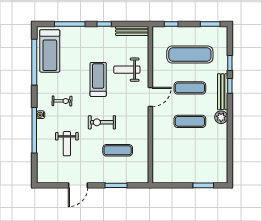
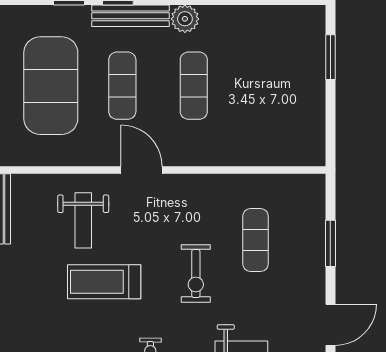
exercise mat: (190, 54) -> (51, 86), width x1.47
door: (78, 185) -> (330, 325), hinge flipped

